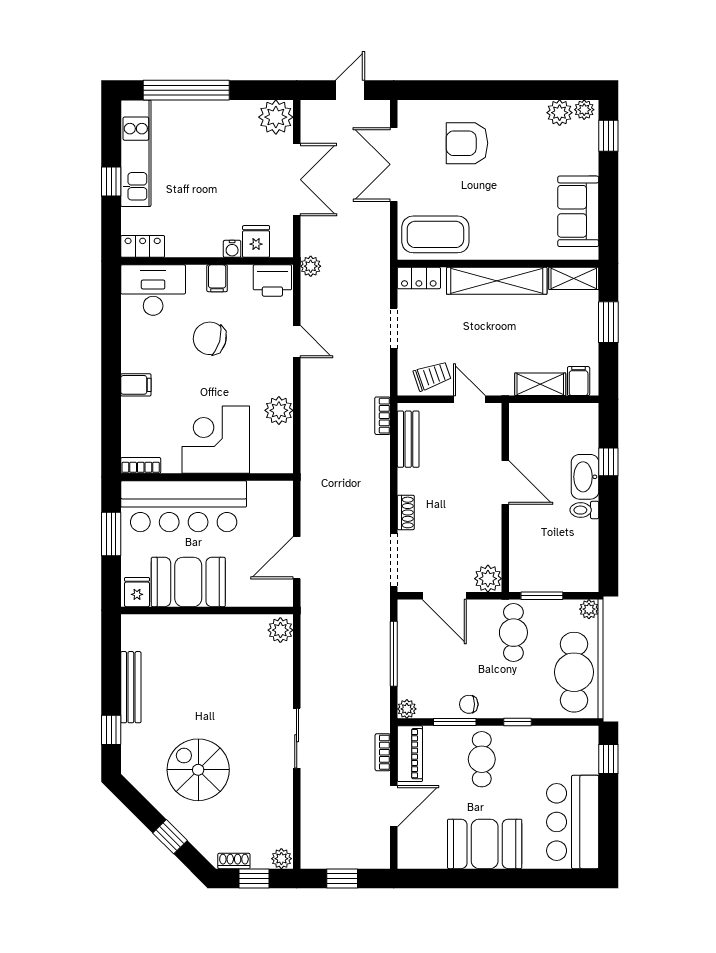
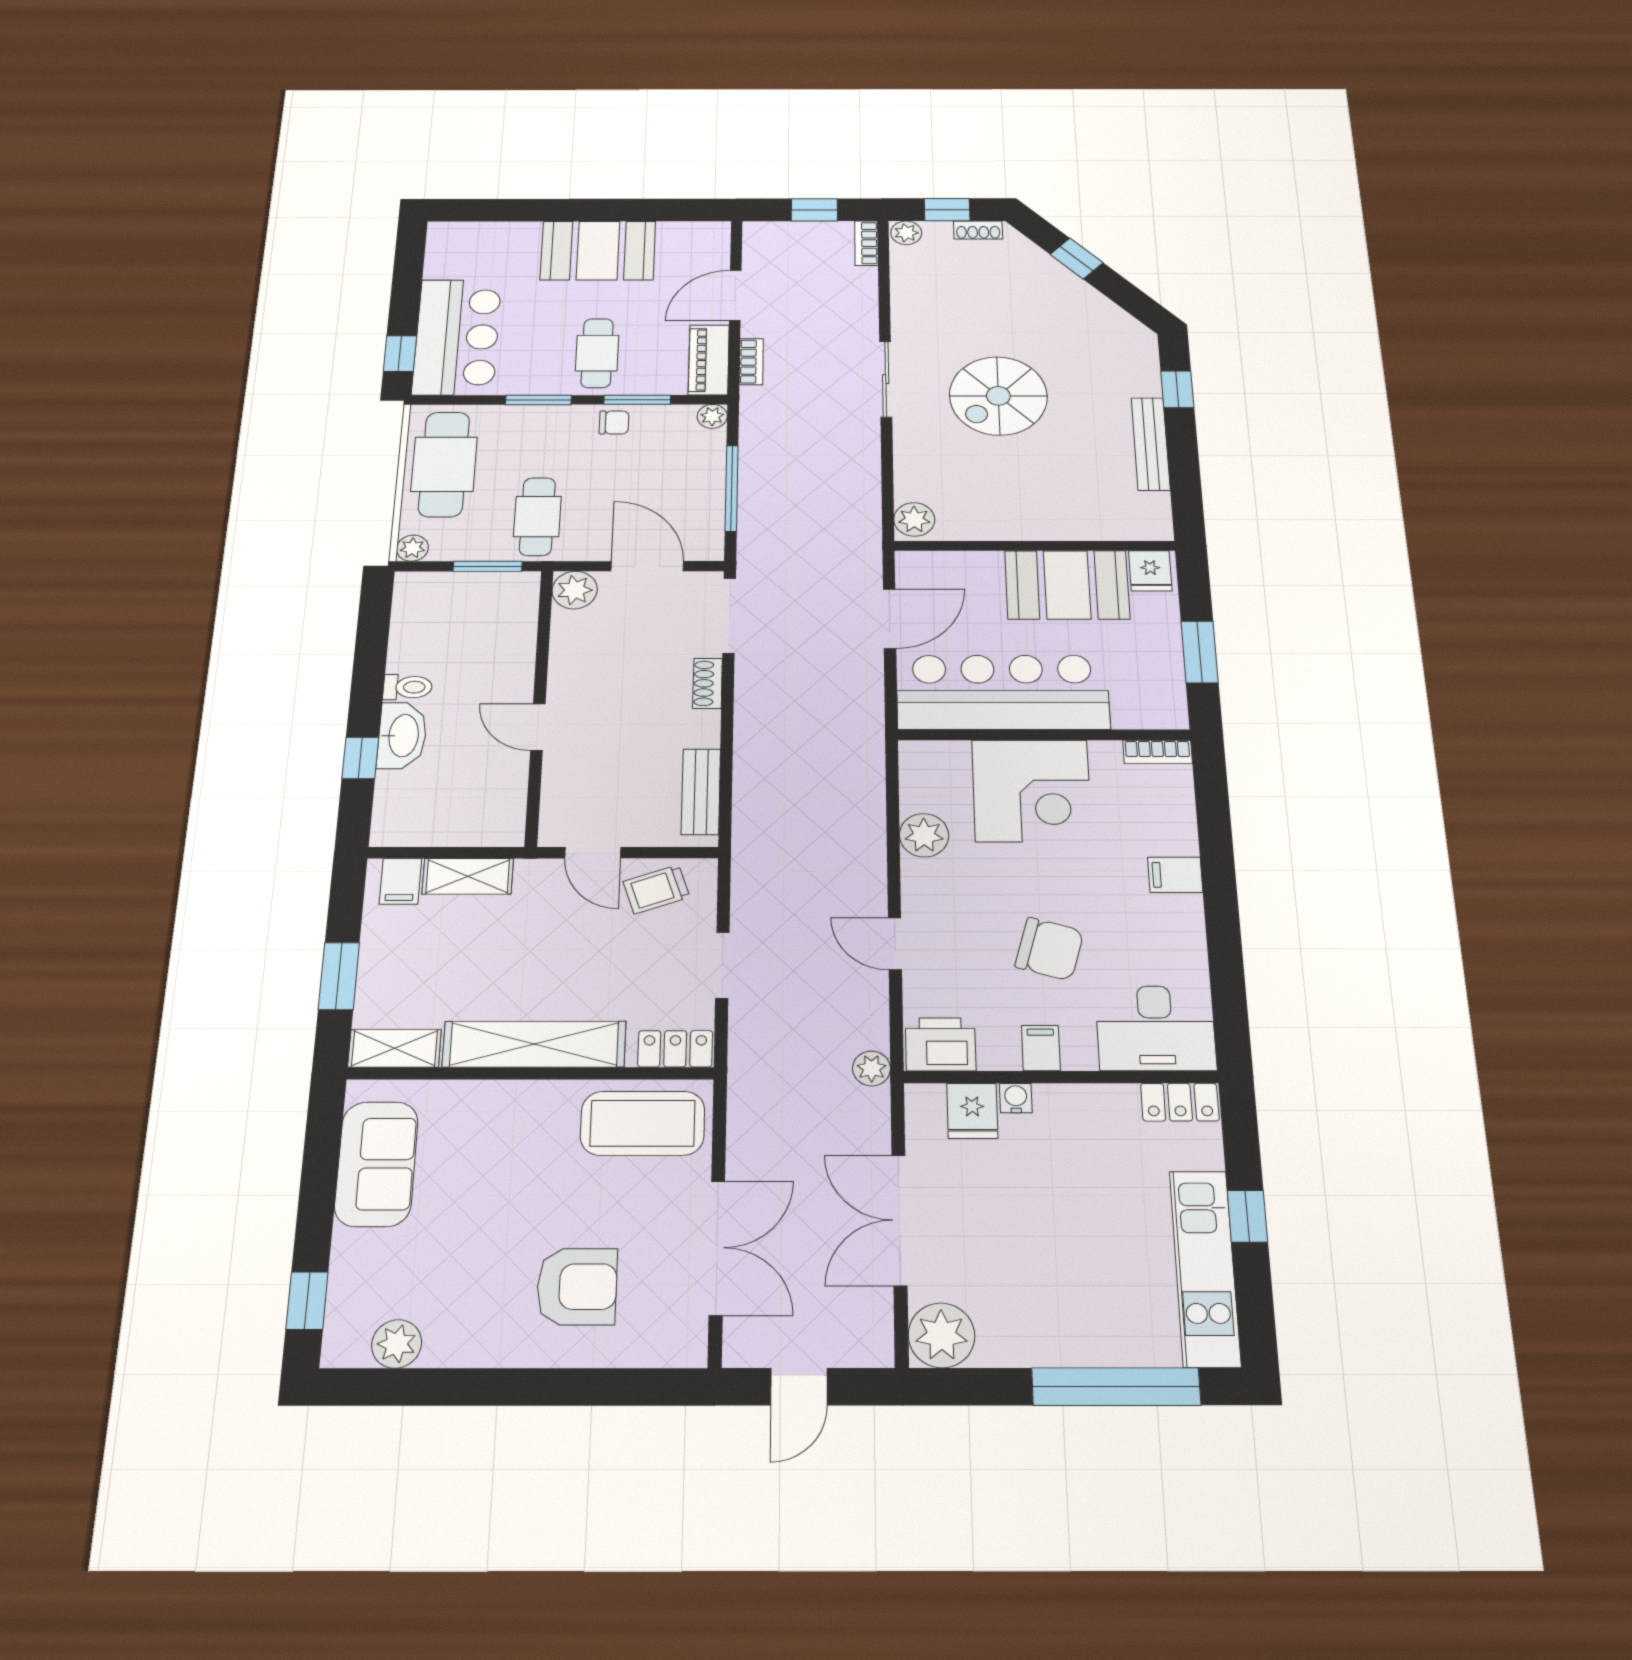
plant: (584, 110) -> (349, 1350), removed
bookcase: (383, 416) -> (866, 243), moved, turned 180
door: (505, 483) -> (538, 727), width x0.73
bar counter: (184, 506) -> (1003, 692), moved
window: (518, 722) -> (538, 400), width x1.50
spiral stairs: (198, 770) -> (998, 396), moved, turned 90
bar counter: (573, 822) -> (457, 337), moved

